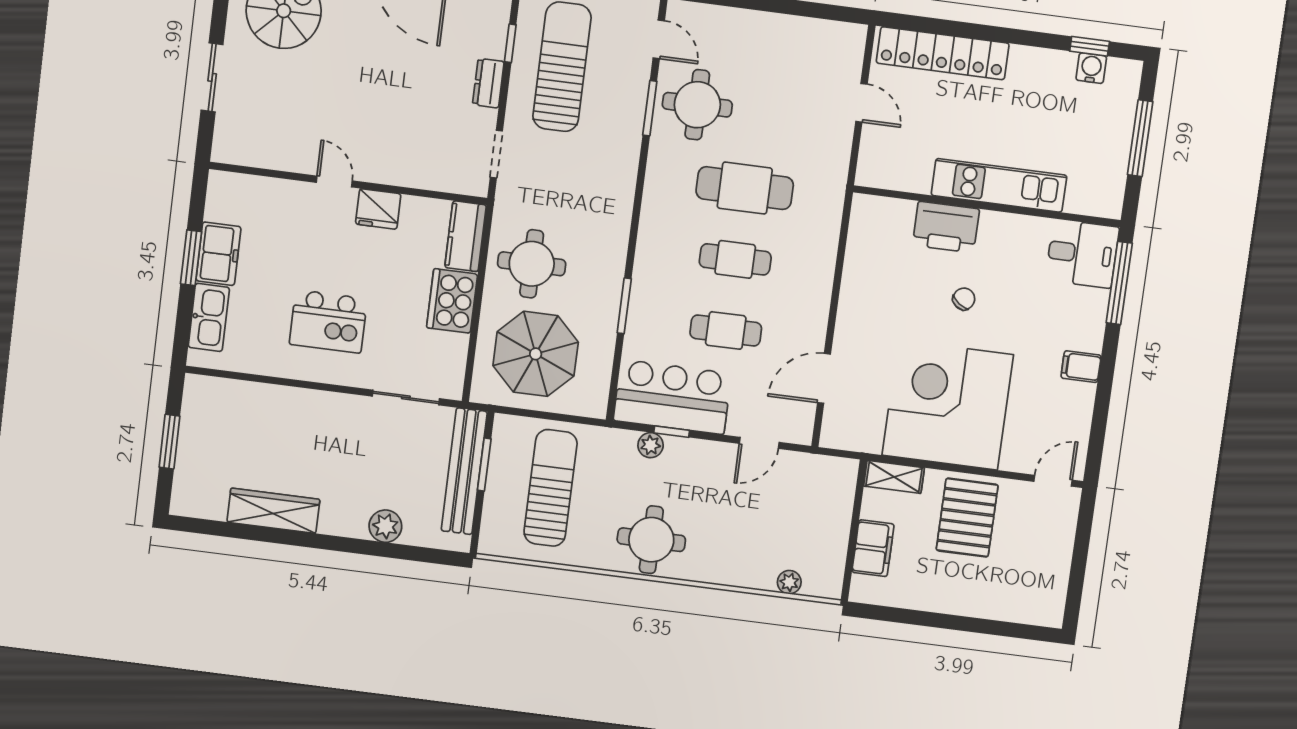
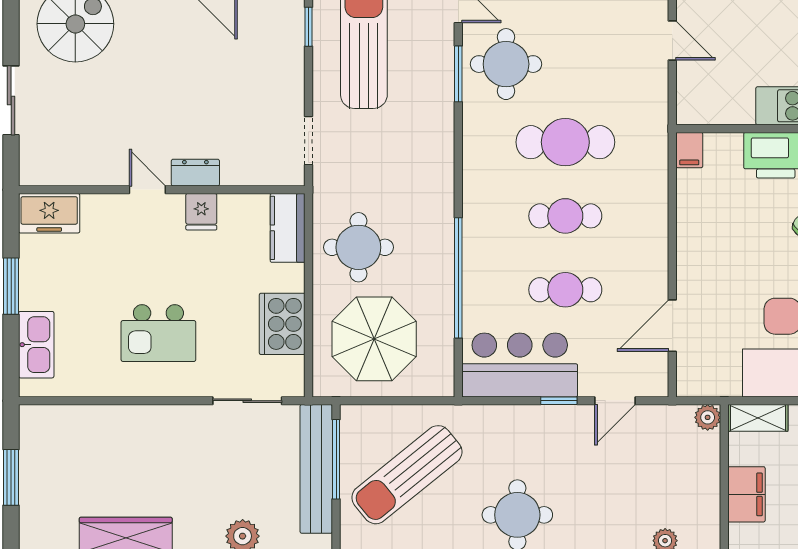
dresser: (488, 83) -> (195, 173), moved, turned 90
fridge: (378, 209) -> (201, 212), width x0.72
filing cabinet: (863, 211) -> (689, 150), added
freezer: (218, 254) -> (49, 213), moved, turned 90
cooker: (452, 301) -> (282, 324), moved
window: (624, 306) -> (458, 278), width x2.11
window: (672, 432) -> (559, 401), moved
plant: (651, 445) -> (708, 417), moved
window: (484, 465) -> (336, 459), width x1.44
sun lounger: (551, 488) -> (407, 475), turned -129

